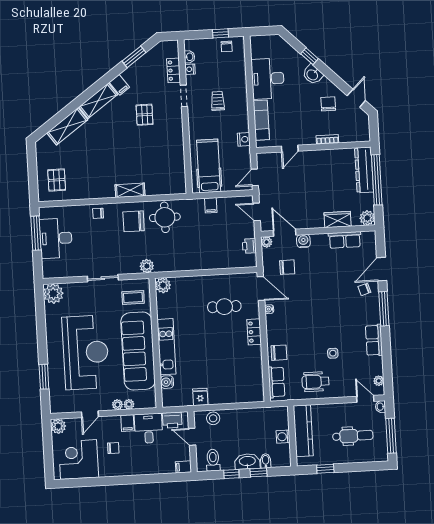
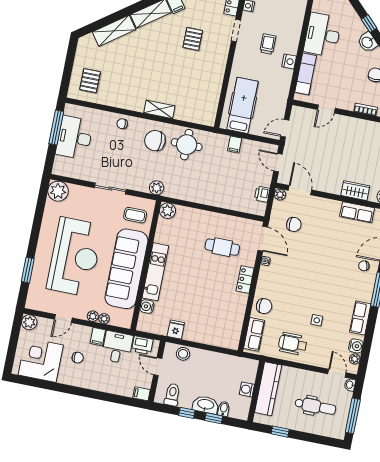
nightstand: (244, 139) -> (289, 61), moved
water cooler: (303, 241) -> (356, 346), moved, turned 90

